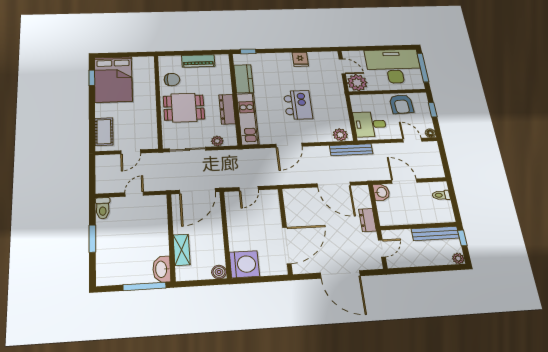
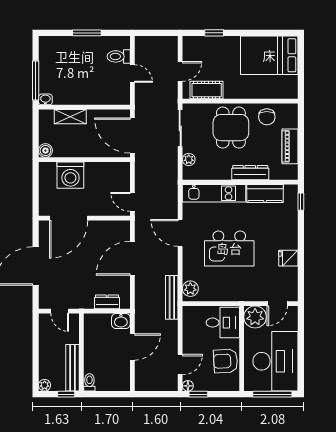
window: (92, 78) -> (214, 33), moved
kitchen island: (298, 105) -> (229, 248), width x1.37, depth x1.28
dresser: (227, 109) -> (250, 173), moved
window: (433, 110) -> (198, 394), moved
desk: (370, 124) -> (223, 323), moved, turned 90
cot: (104, 132) -> (207, 90), moved
door: (131, 152) -> (180, 71), swing flipped
door: (334, 185) -> (132, 258), moved
door: (249, 189) -> (132, 202), moved
toilet: (441, 195) -> (89, 382), moved
toilet: (103, 208) -> (119, 56), moved
dresser: (368, 220) -> (107, 302), moved
door: (287, 245) -> (69, 218), hinge flipped
washing machine: (244, 264) -> (70, 175), moved
washbasin: (162, 269) -> (45, 99), width x0.52, depth x0.69

